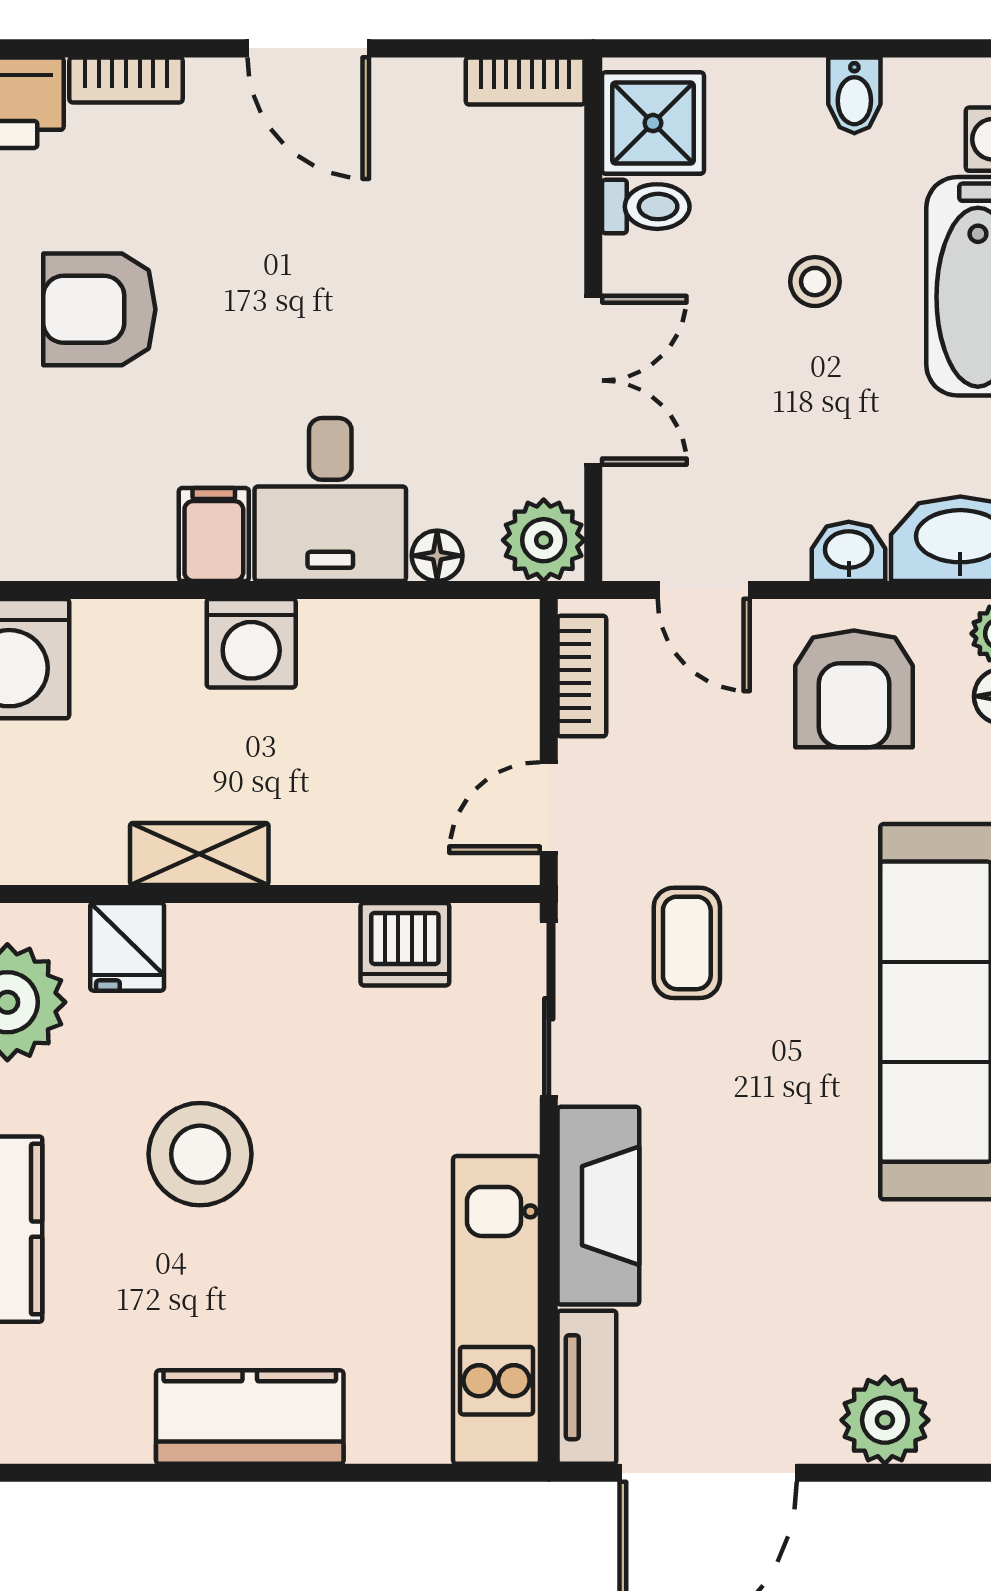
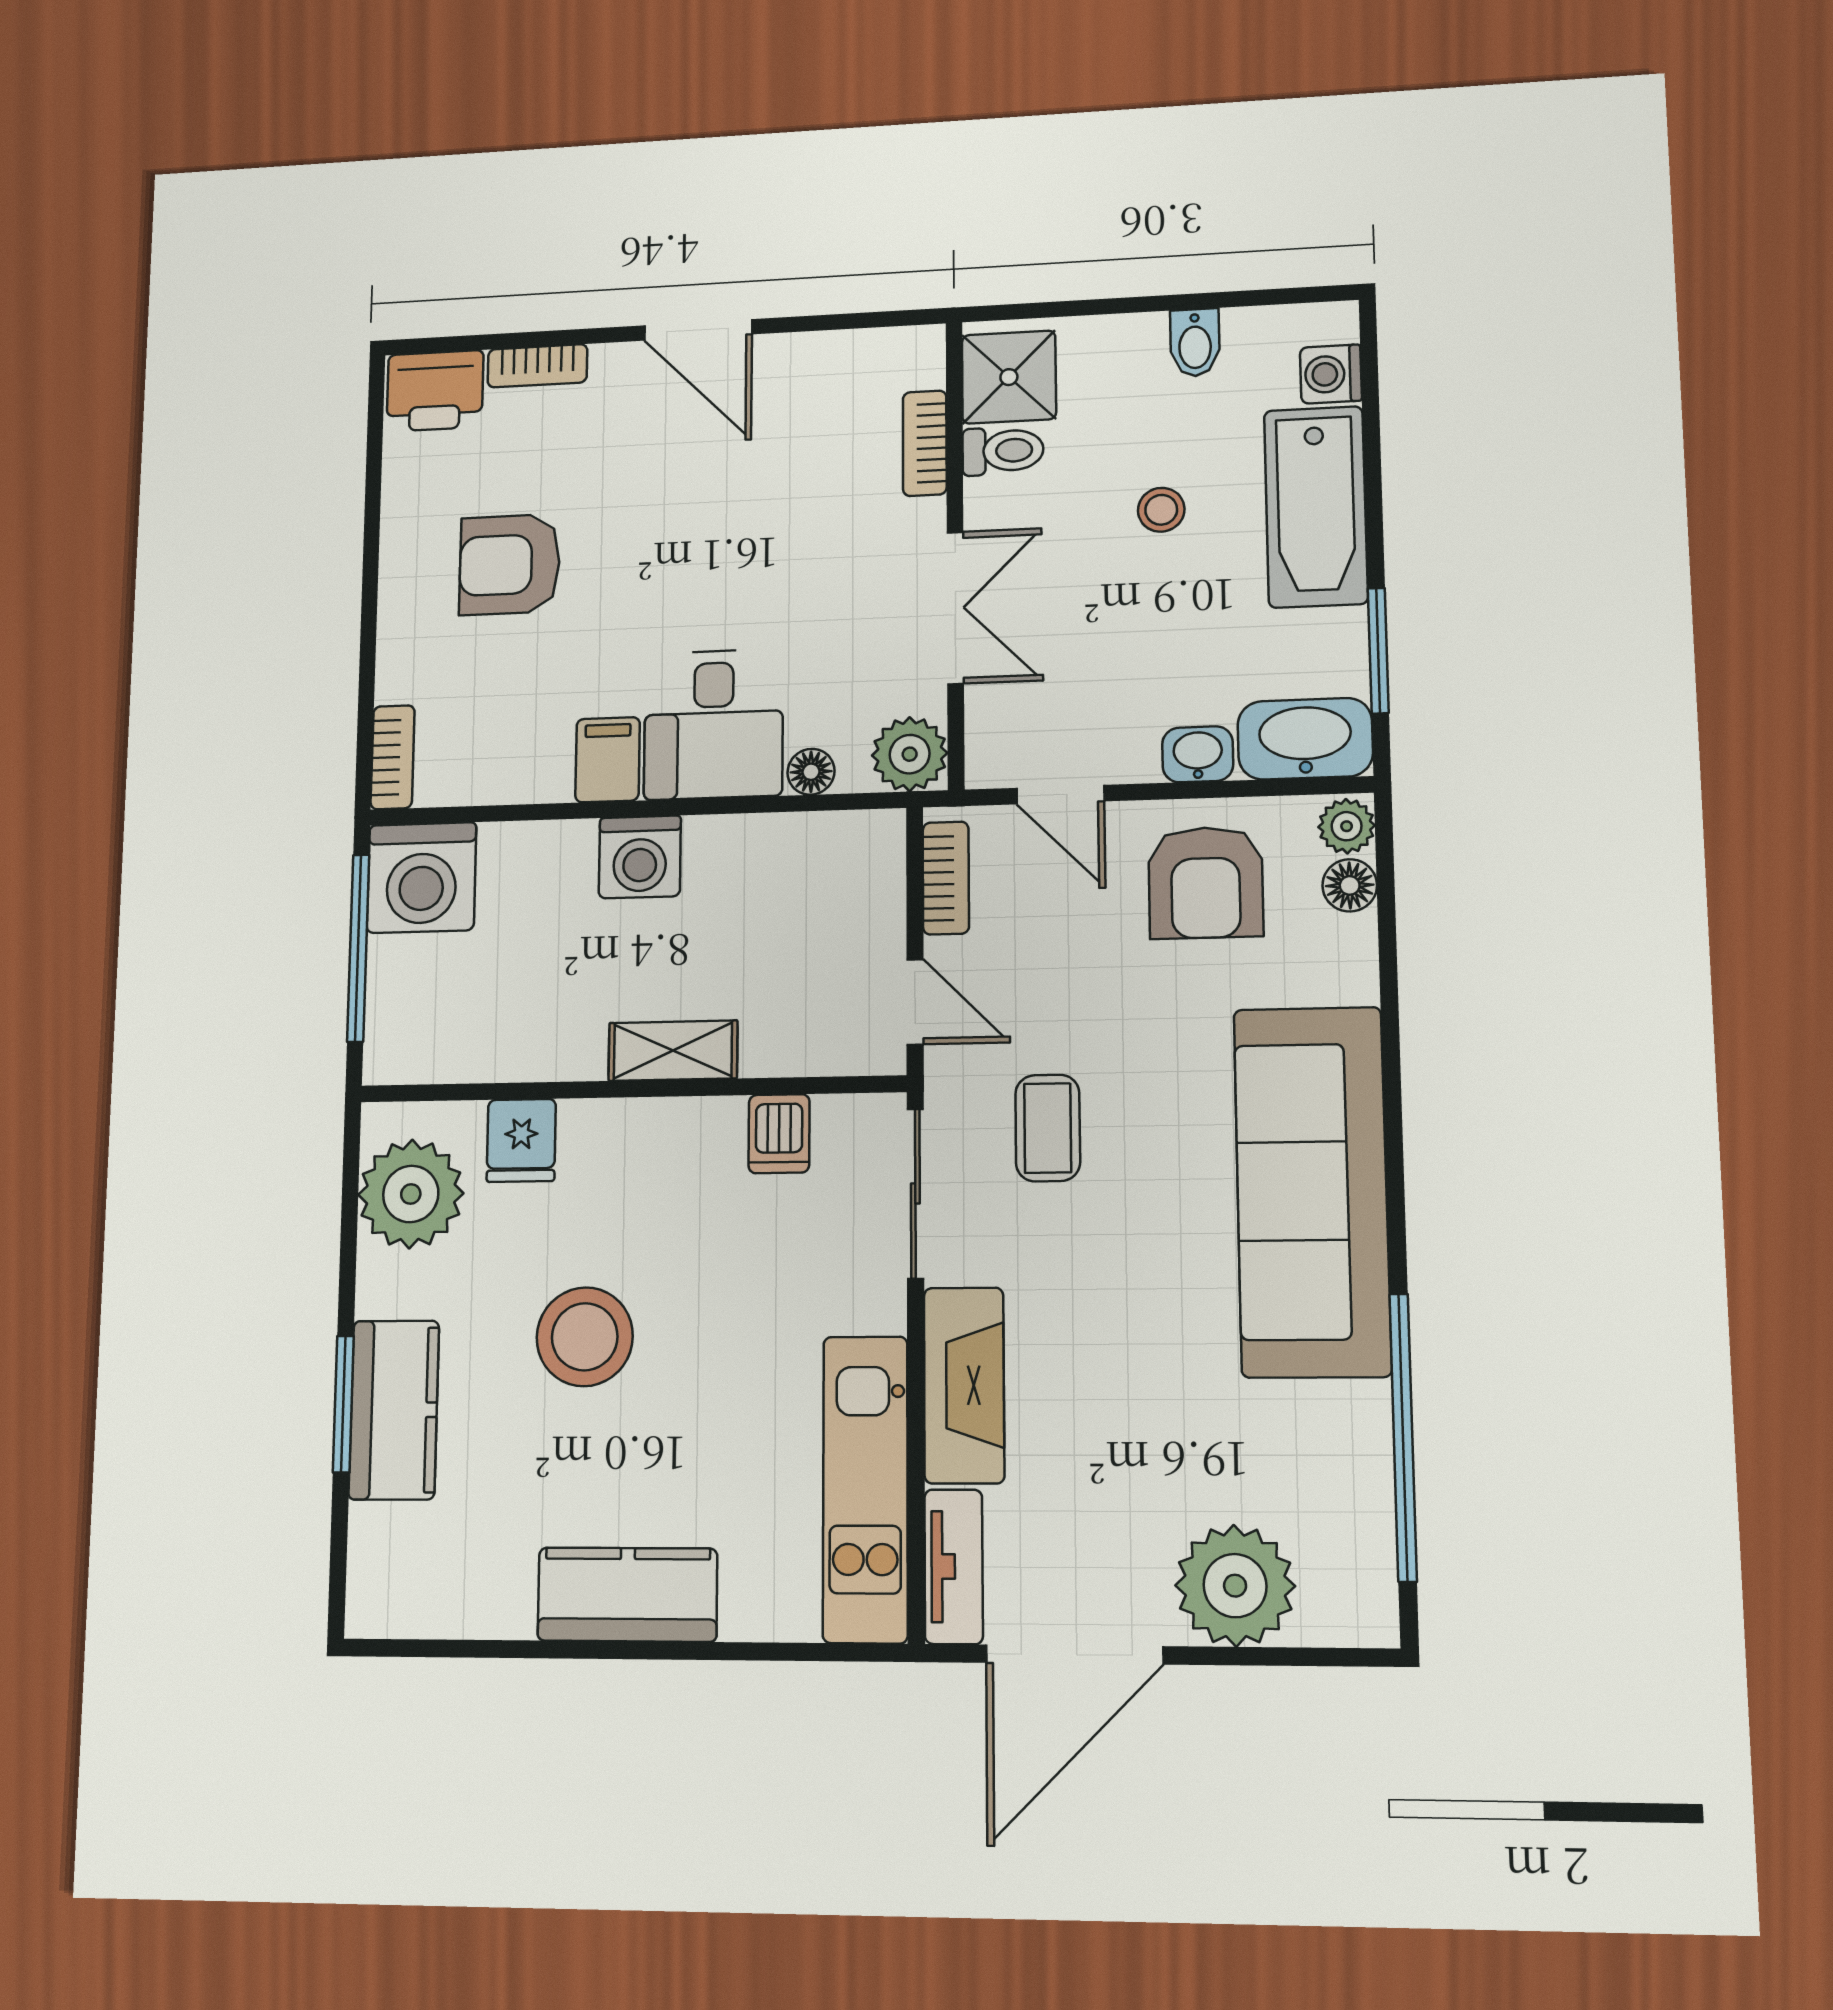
bookcase: (525, 81) -> (925, 443), moved, turned 90
door: (549, 808) -> (915, 1002), swing flipped
shelving: (199, 854) -> (673, 1051), moved
dishwasher: (405, 944) -> (779, 1134), width x0.73
plant: (885, 1420) -> (1235, 1586), width x1.36, depth x1.36

